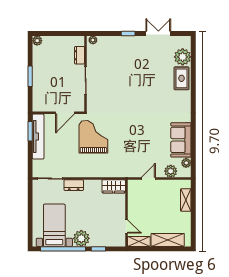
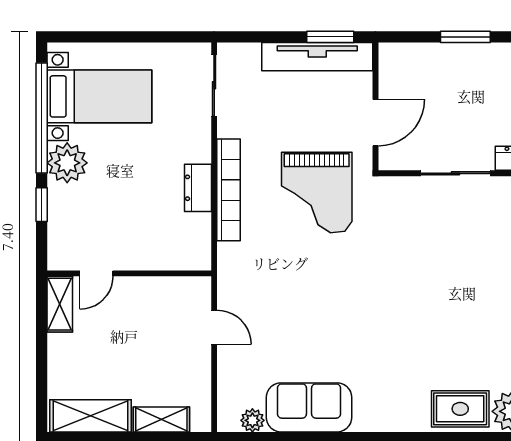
door: (65, 113) -> (375, 123), swing flipped
grand piano: (93, 137) -> (317, 192), turned 90
plant: (171, 171) -> (232, 382), removed
bookcase: (92, 173) -> (228, 190), added
dresser: (74, 185) -> (198, 188), moved
wardrobe: (114, 186) -> (195, 242), removed
shelving: (168, 240) -> (91, 416), moved, turned 90

